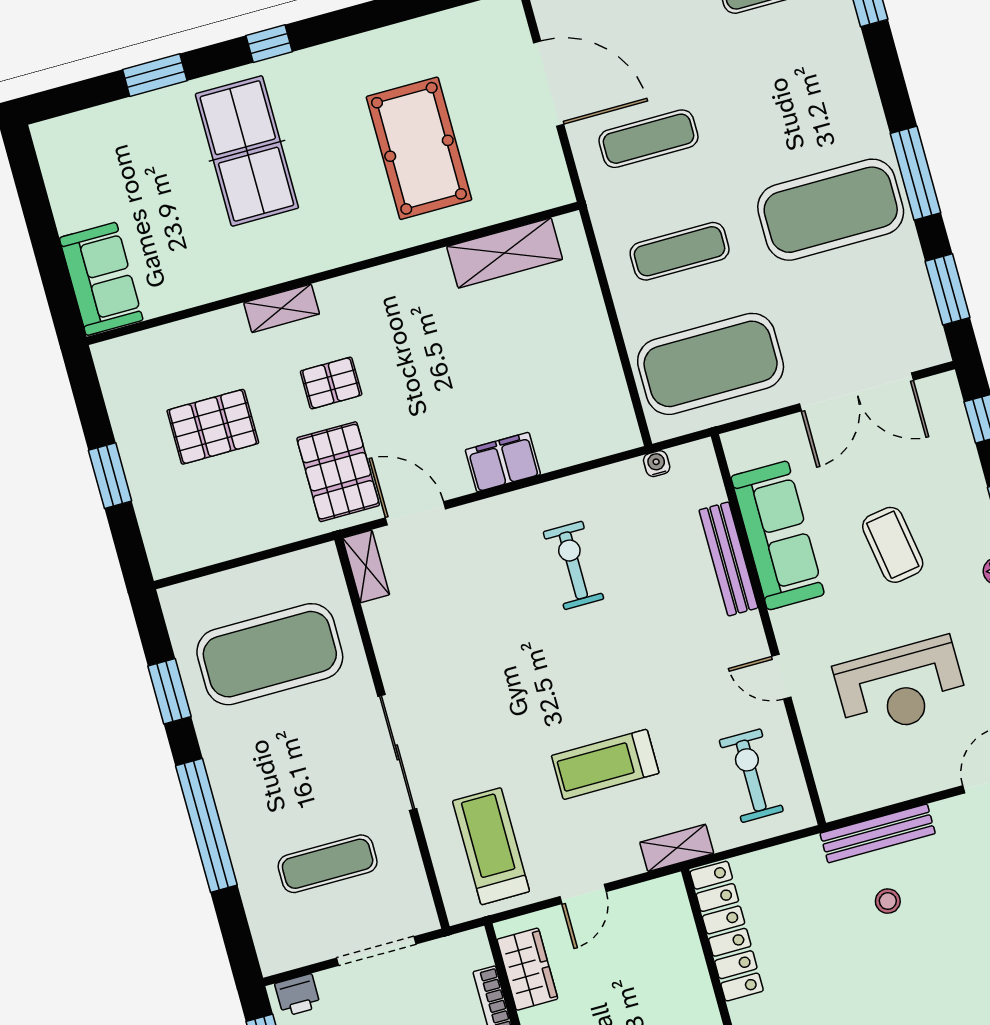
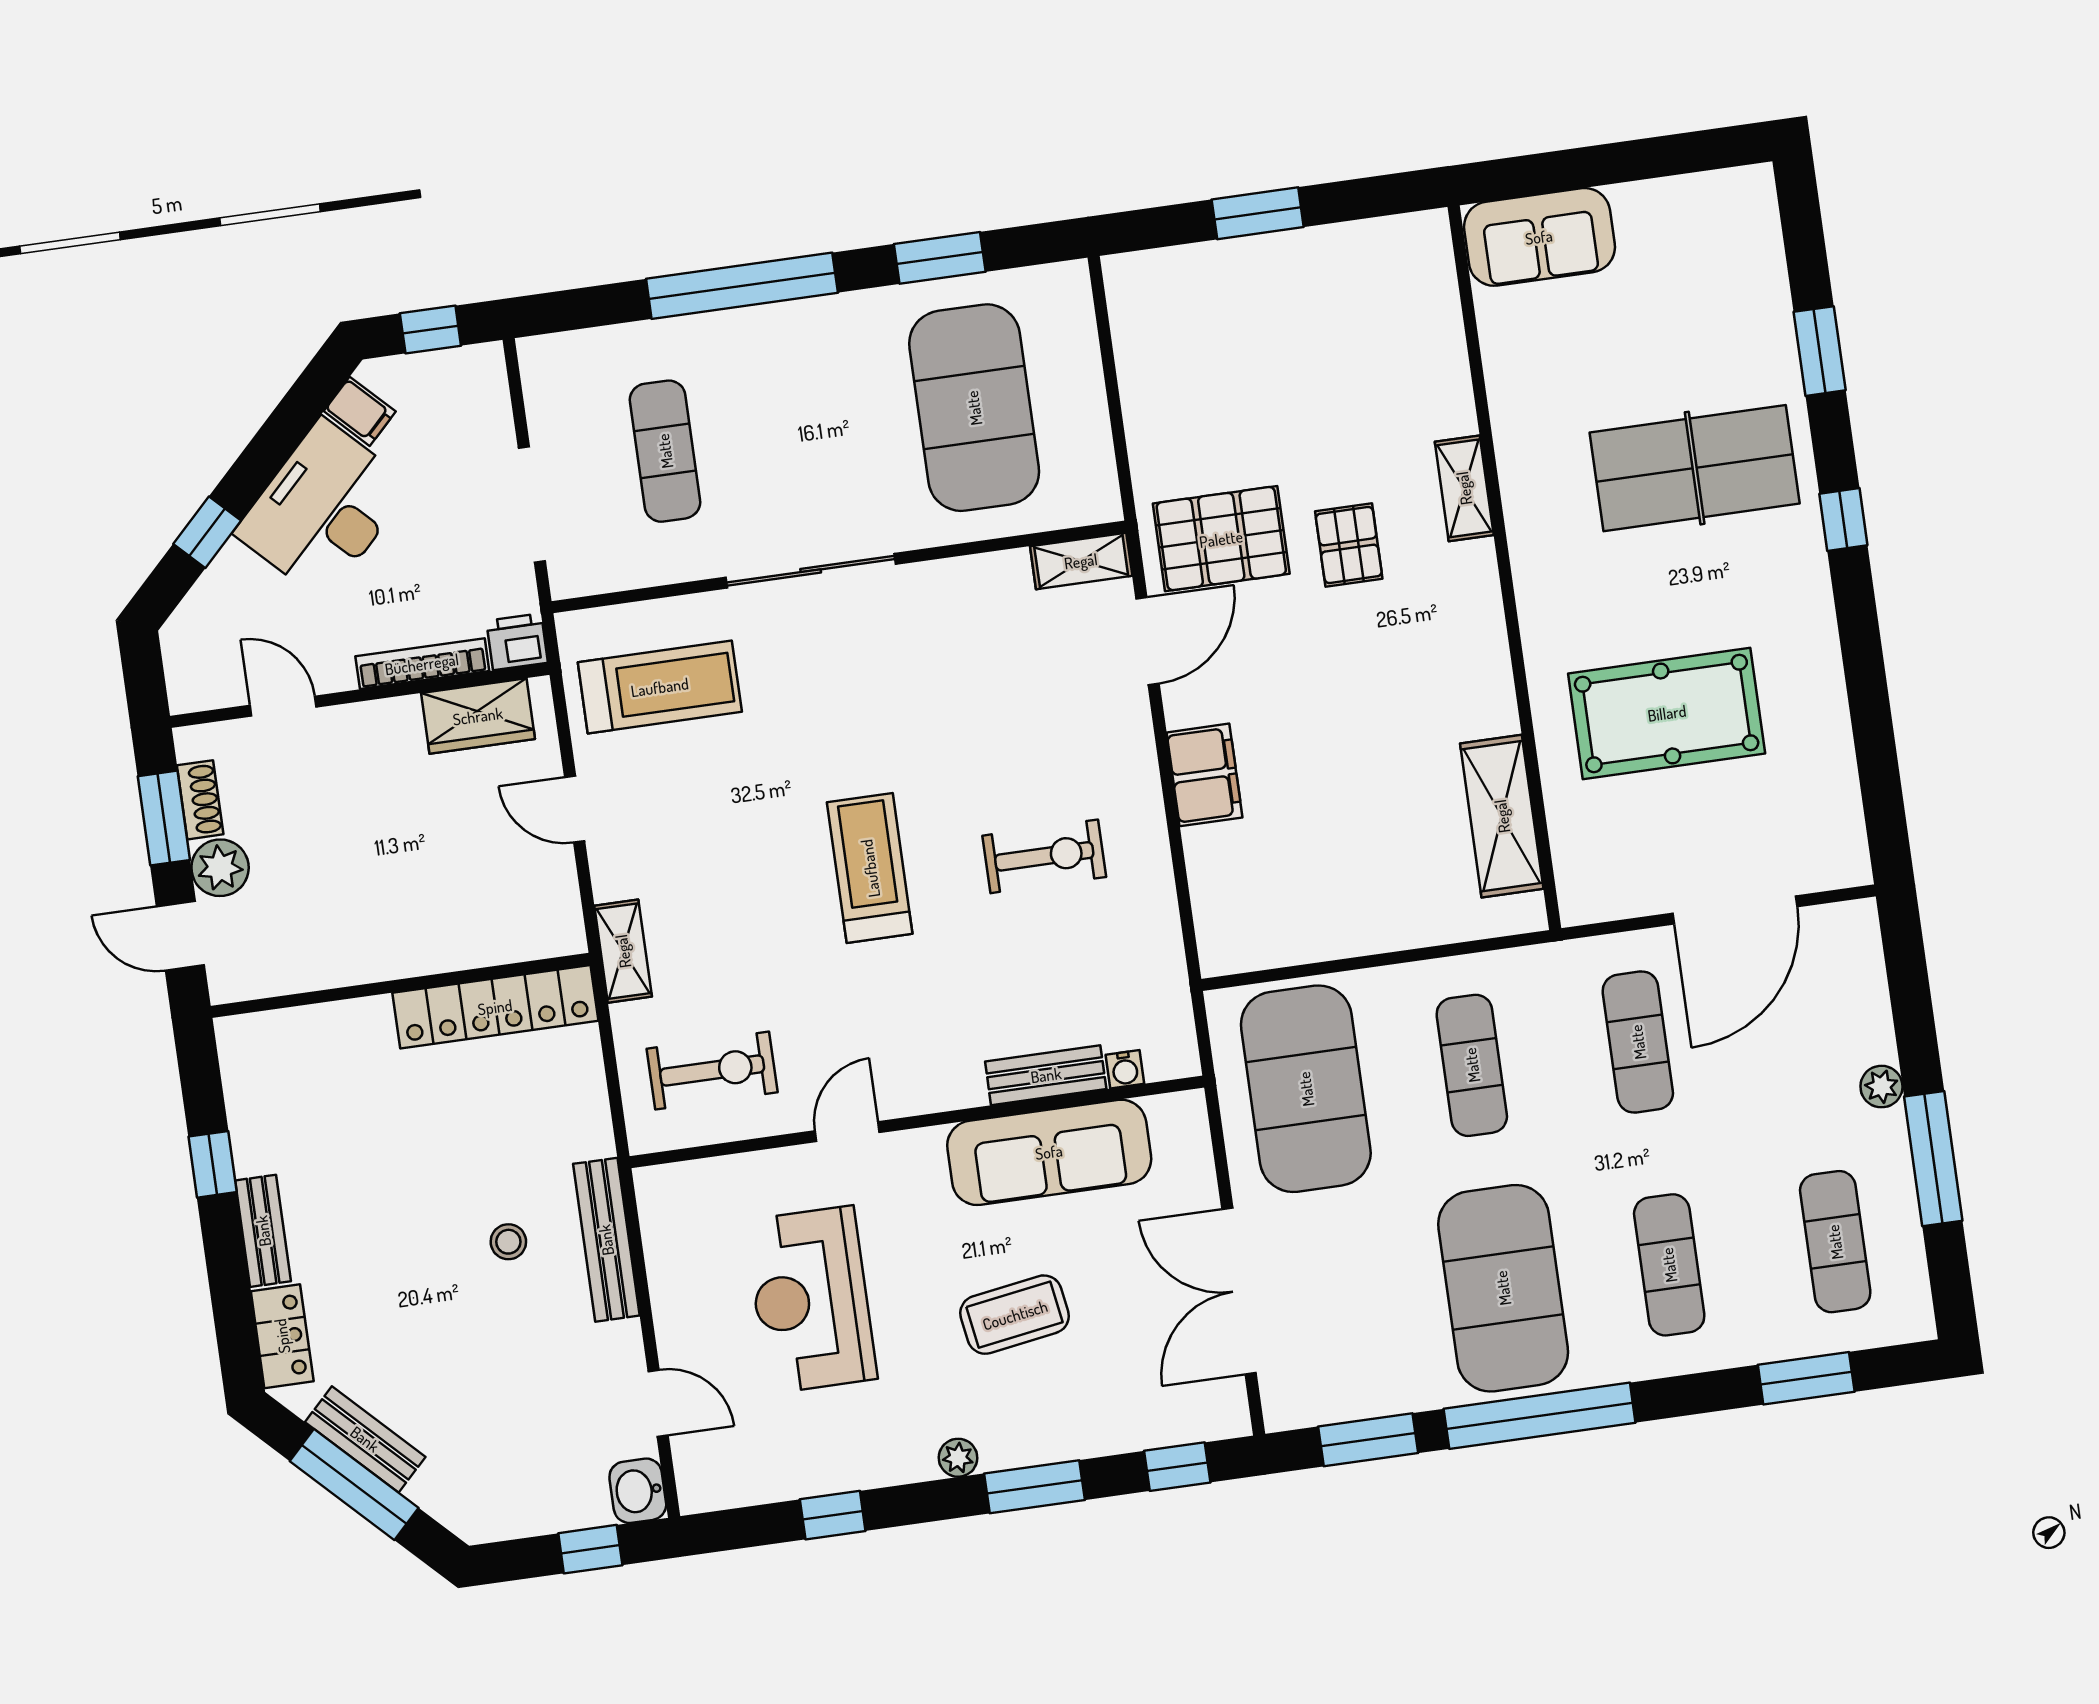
exercise mat: (800, 97) -> (1669, 1265), added
window: (915, 173) -> (1540, 1416), width x1.46
pallet: (213, 427) -> (1308, 369), removed
water cooler: (657, 464) -> (1125, 1069), moved, turned 90
bench: (728, 559) -> (1046, 1075), width x0.73
treadmill: (605, 764) -> (870, 868), moved
printer: (298, 995) -> (517, 642), moved, turned 90

